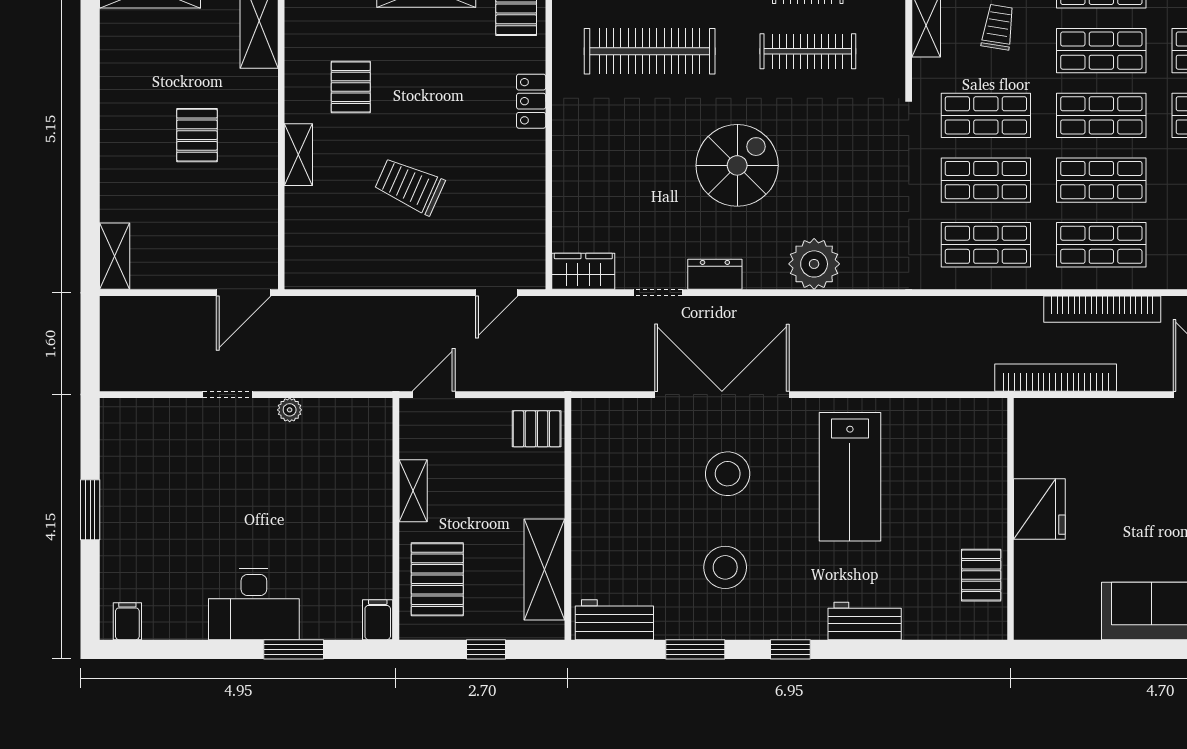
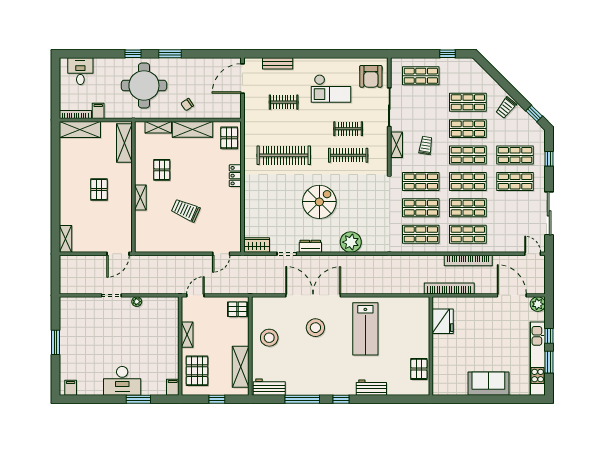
fridge: (1039, 509) -> (443, 321), moved
stool: (725, 567) -> (269, 338), moved
window: (695, 649) -> (302, 399), width x1.44

